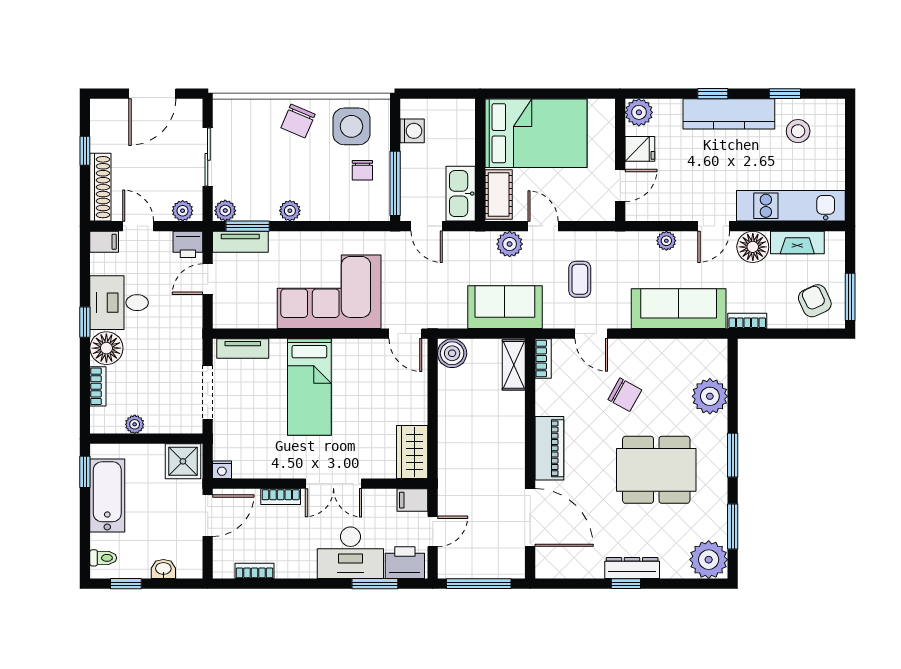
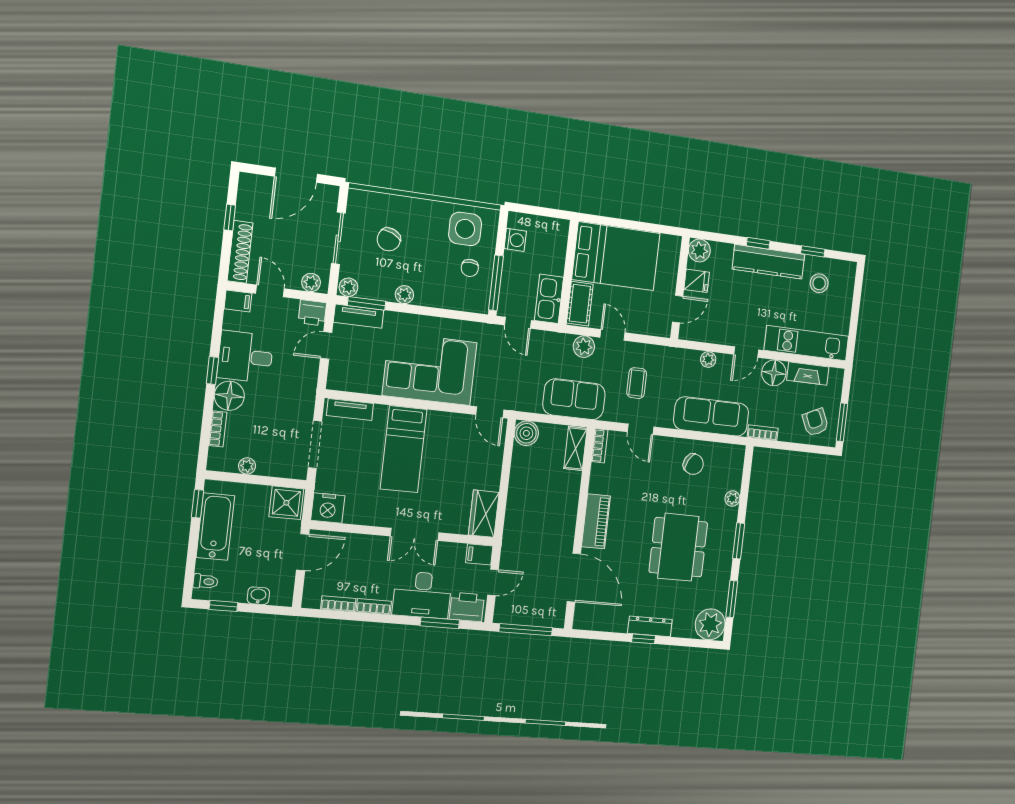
chair: (298, 121) -> (389, 239), moved
chair: (625, 395) -> (693, 464), moved
plant: (710, 396) -> (732, 499), width x0.53, depth x0.53
nightstand: (222, 470) -> (328, 508), width x1.89, depth x1.79
dining table: (656, 470) -> (678, 547), turned 90
bookcase: (281, 497) -> (374, 607), moved, turned 180

